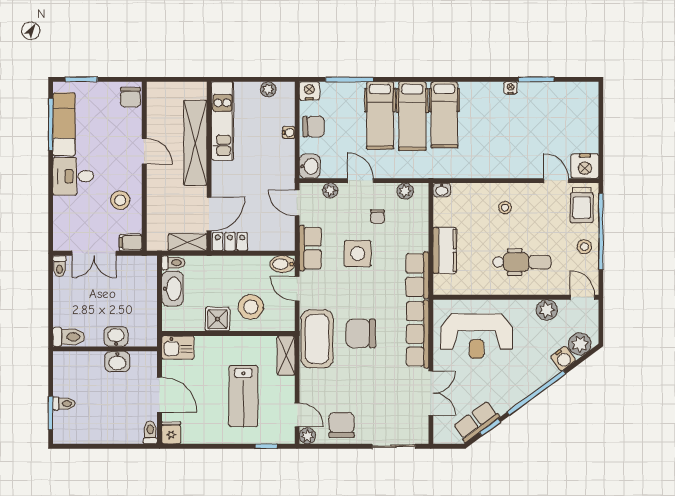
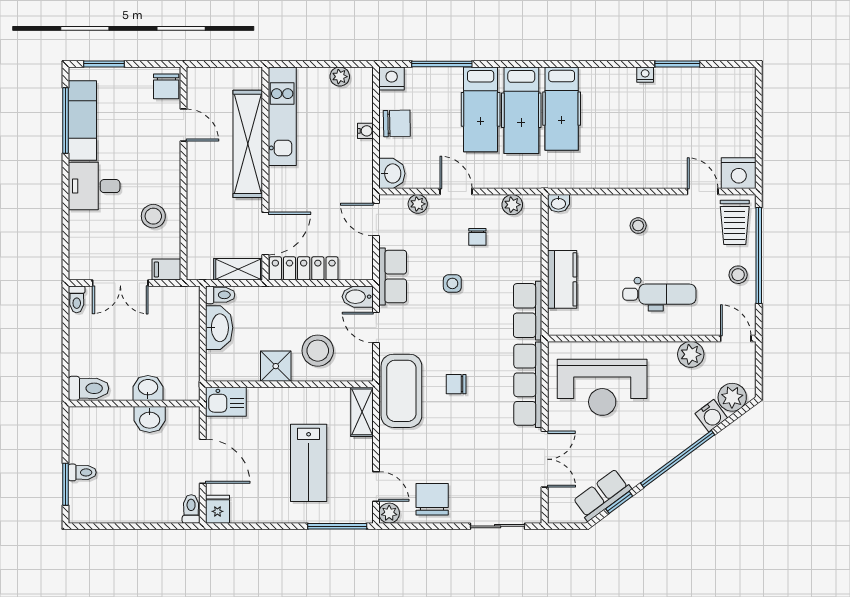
door: (144, 151) -> (184, 125), moved
locker: (230, 242) -> (304, 268), width x1.53
side table: (358, 254) -> (452, 283), width x0.54, depth x0.54
chair: (361, 333) -> (456, 384), width x0.54, depth x0.54
window: (266, 446) -> (337, 526), width x2.17

